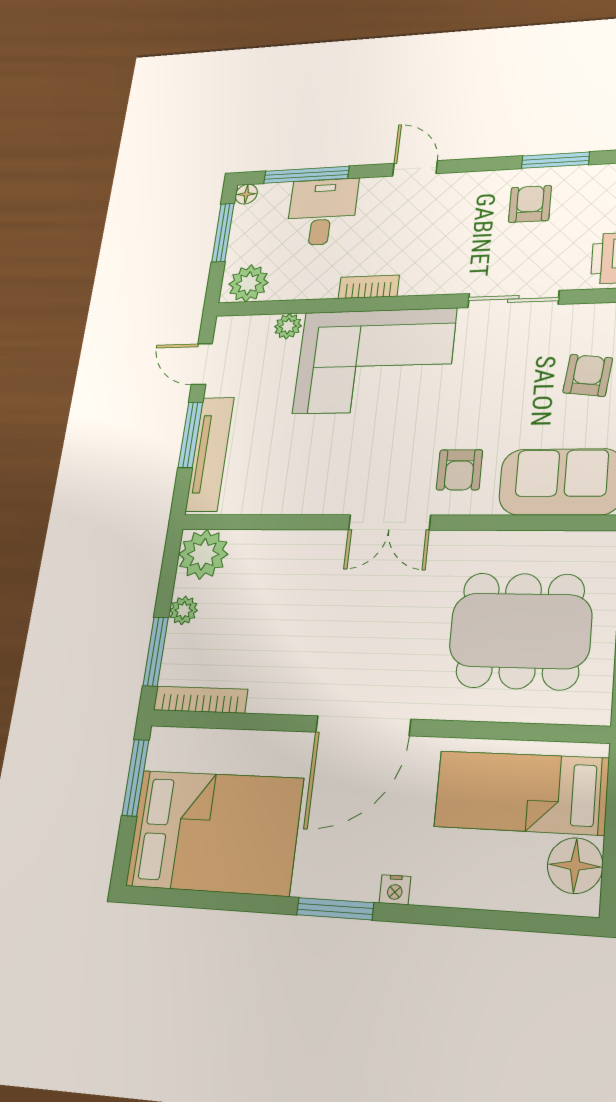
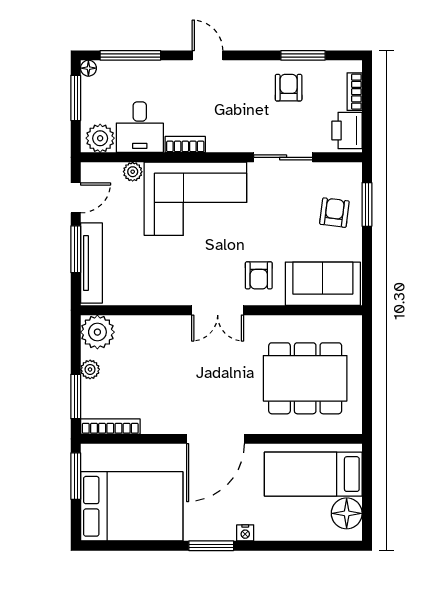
desk: (322, 212) -> (140, 127), moved, turned 180
door: (202, 364) -> (76, 198), swing flipped

